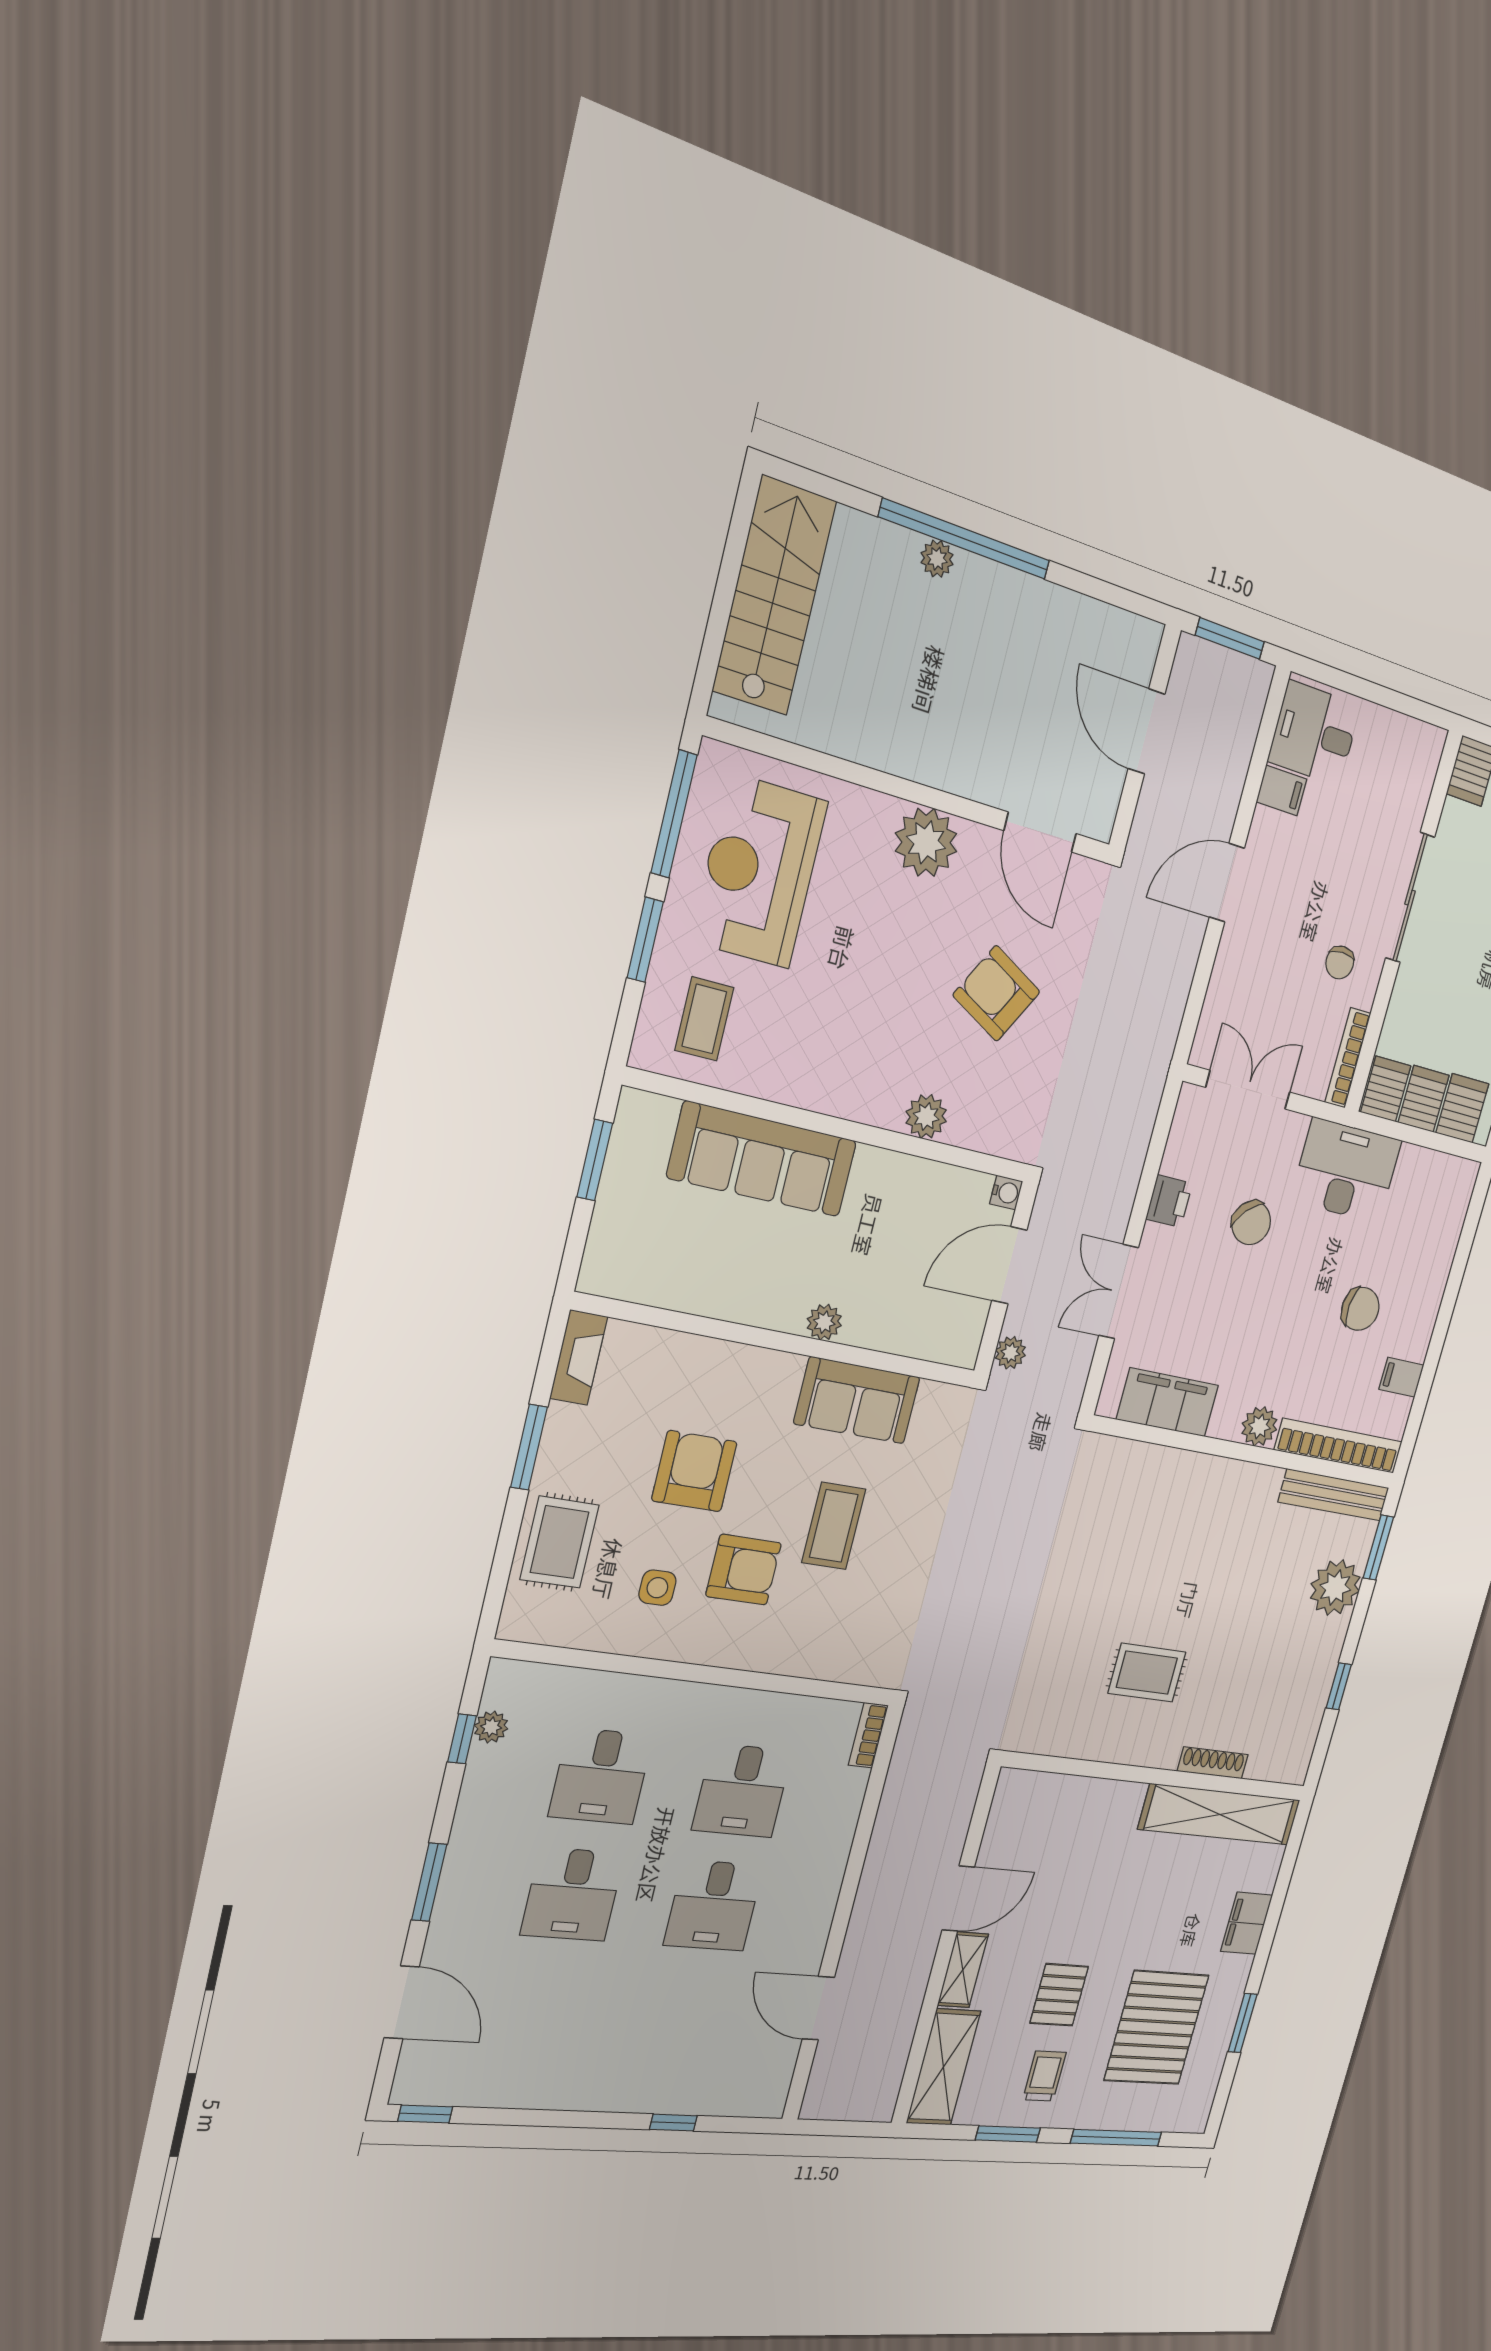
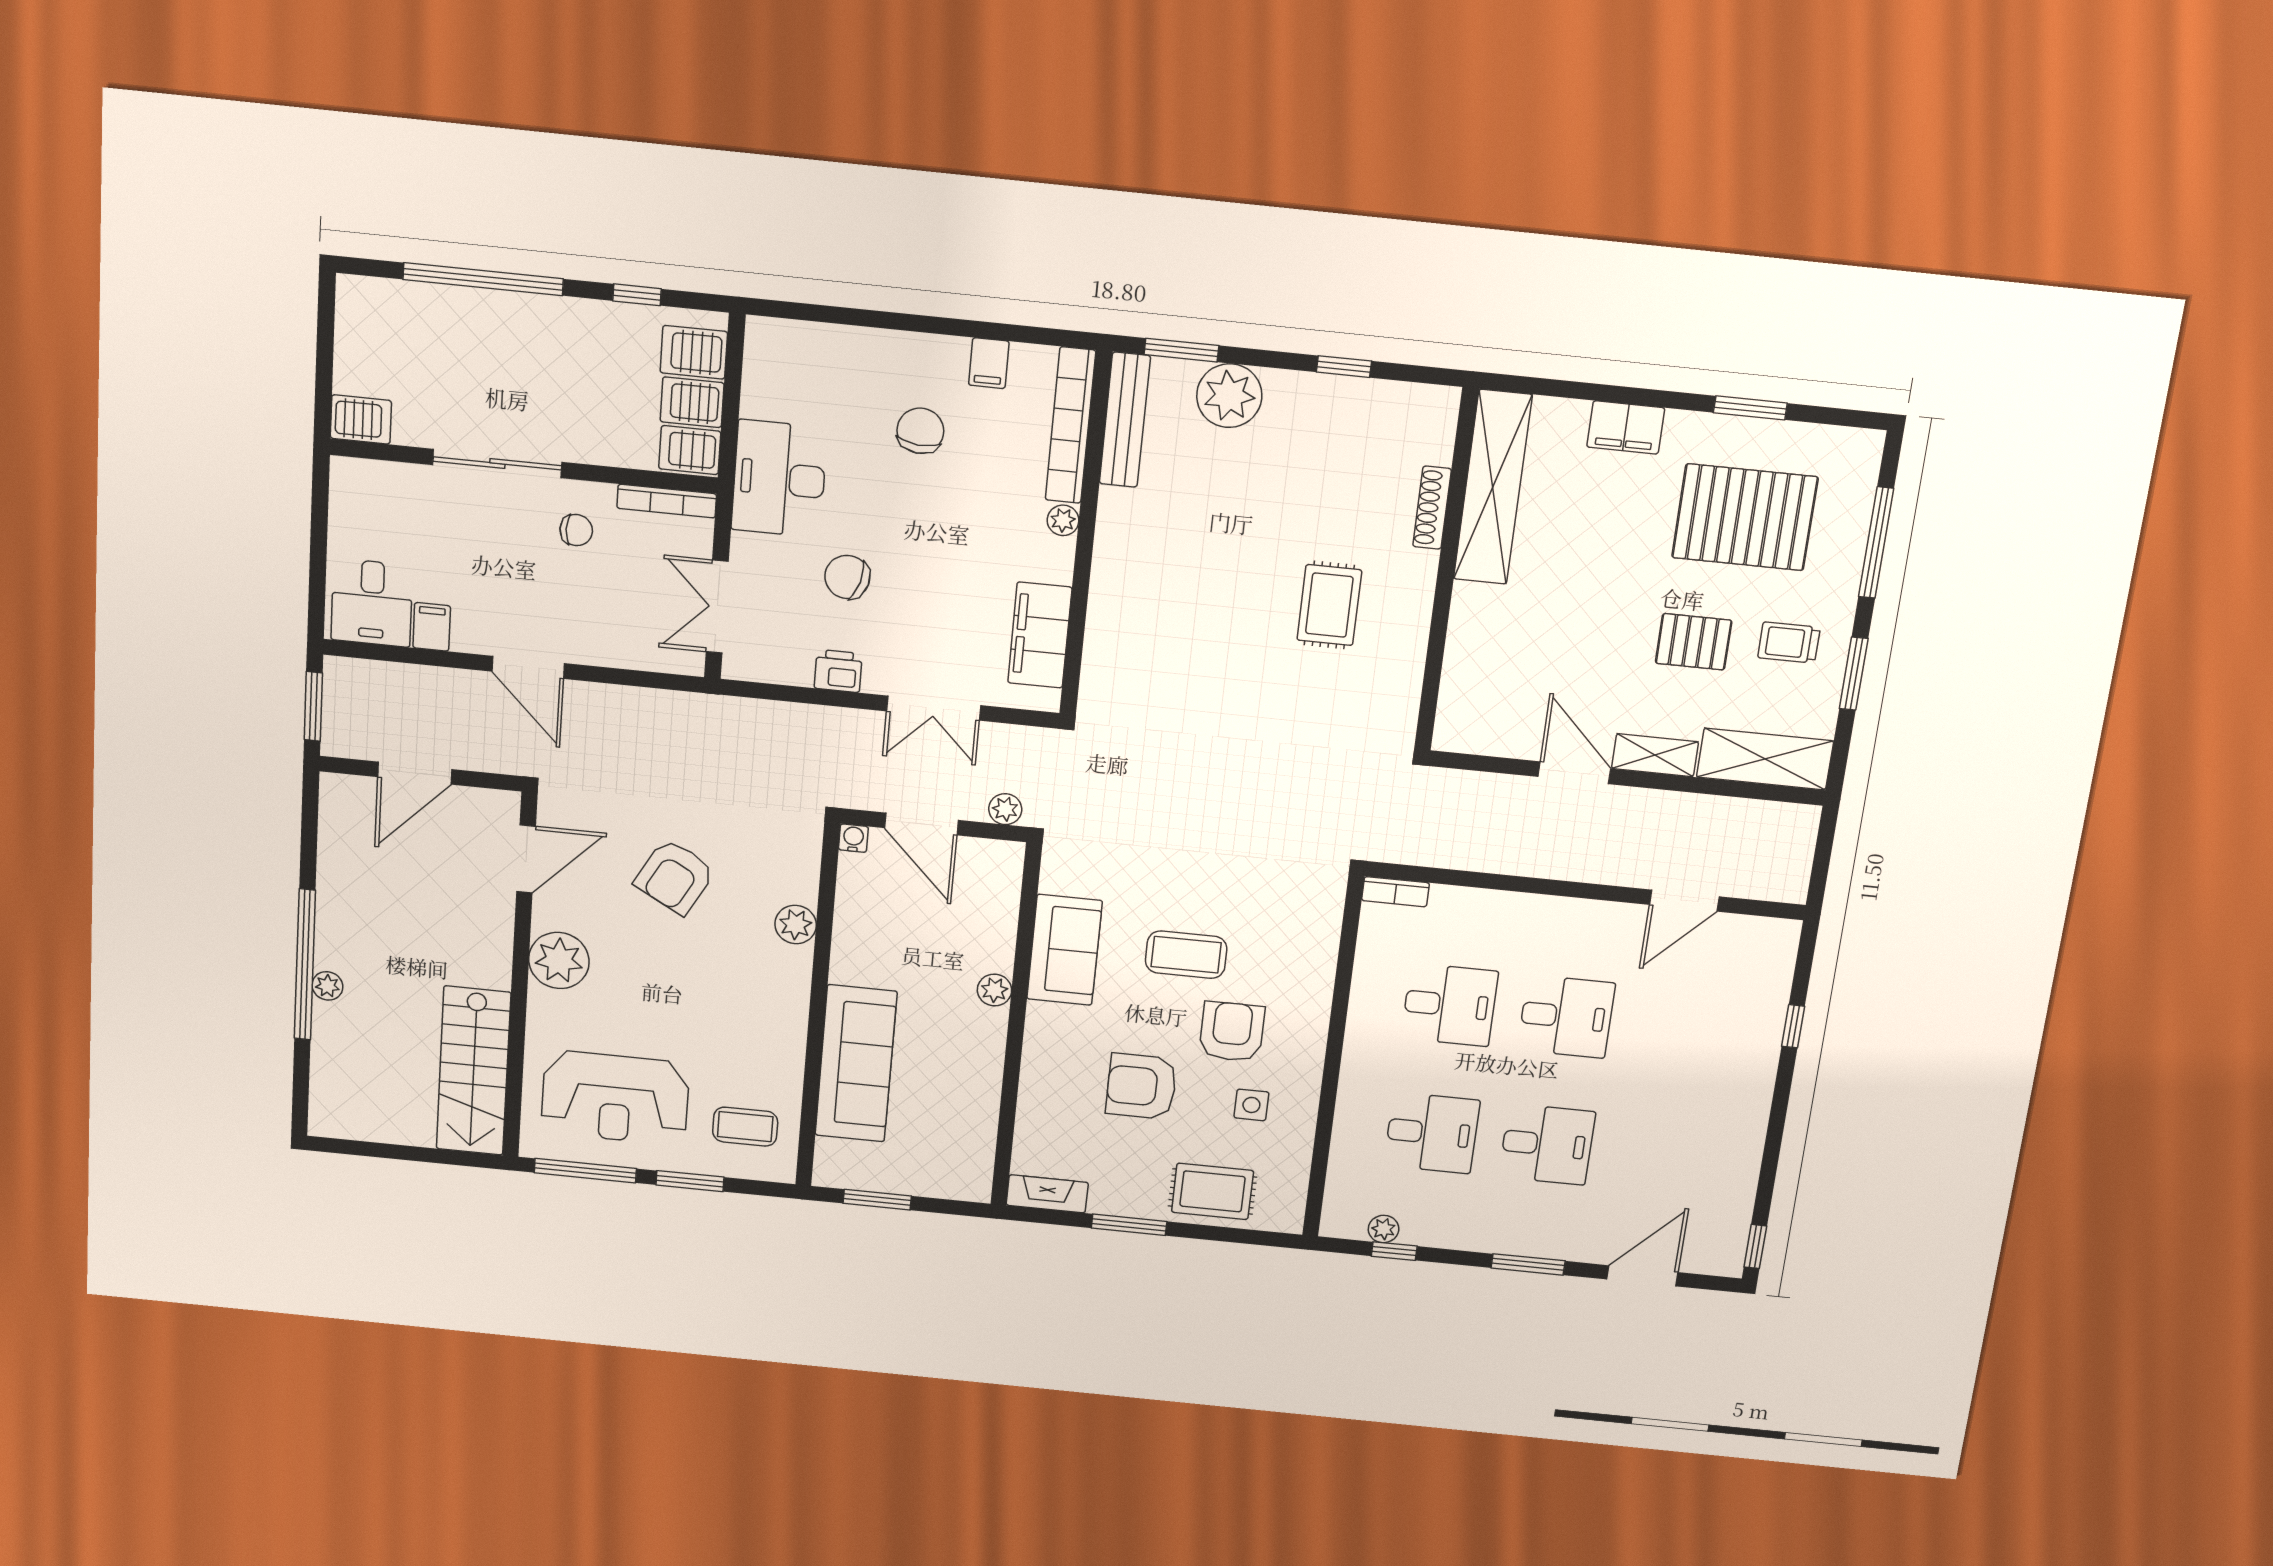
stairs: (774, 596) -> (473, 1071), moved, turned -90
chair: (1251, 1223) -> (847, 577), turned -119
plant: (1259, 1426) -> (1063, 520), width x0.73, depth x0.73

